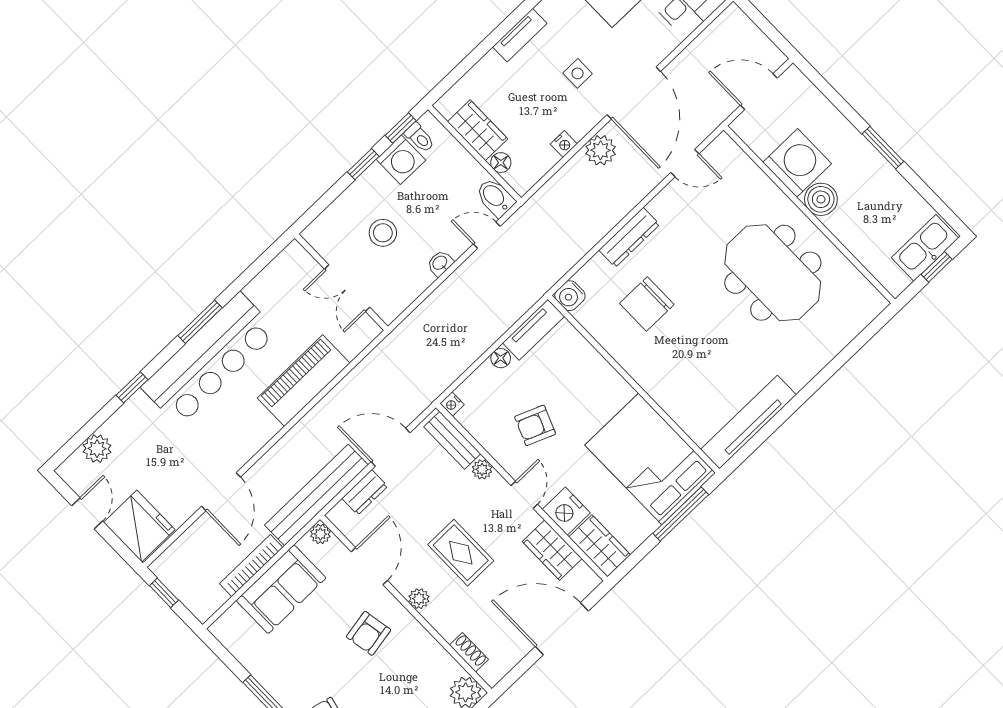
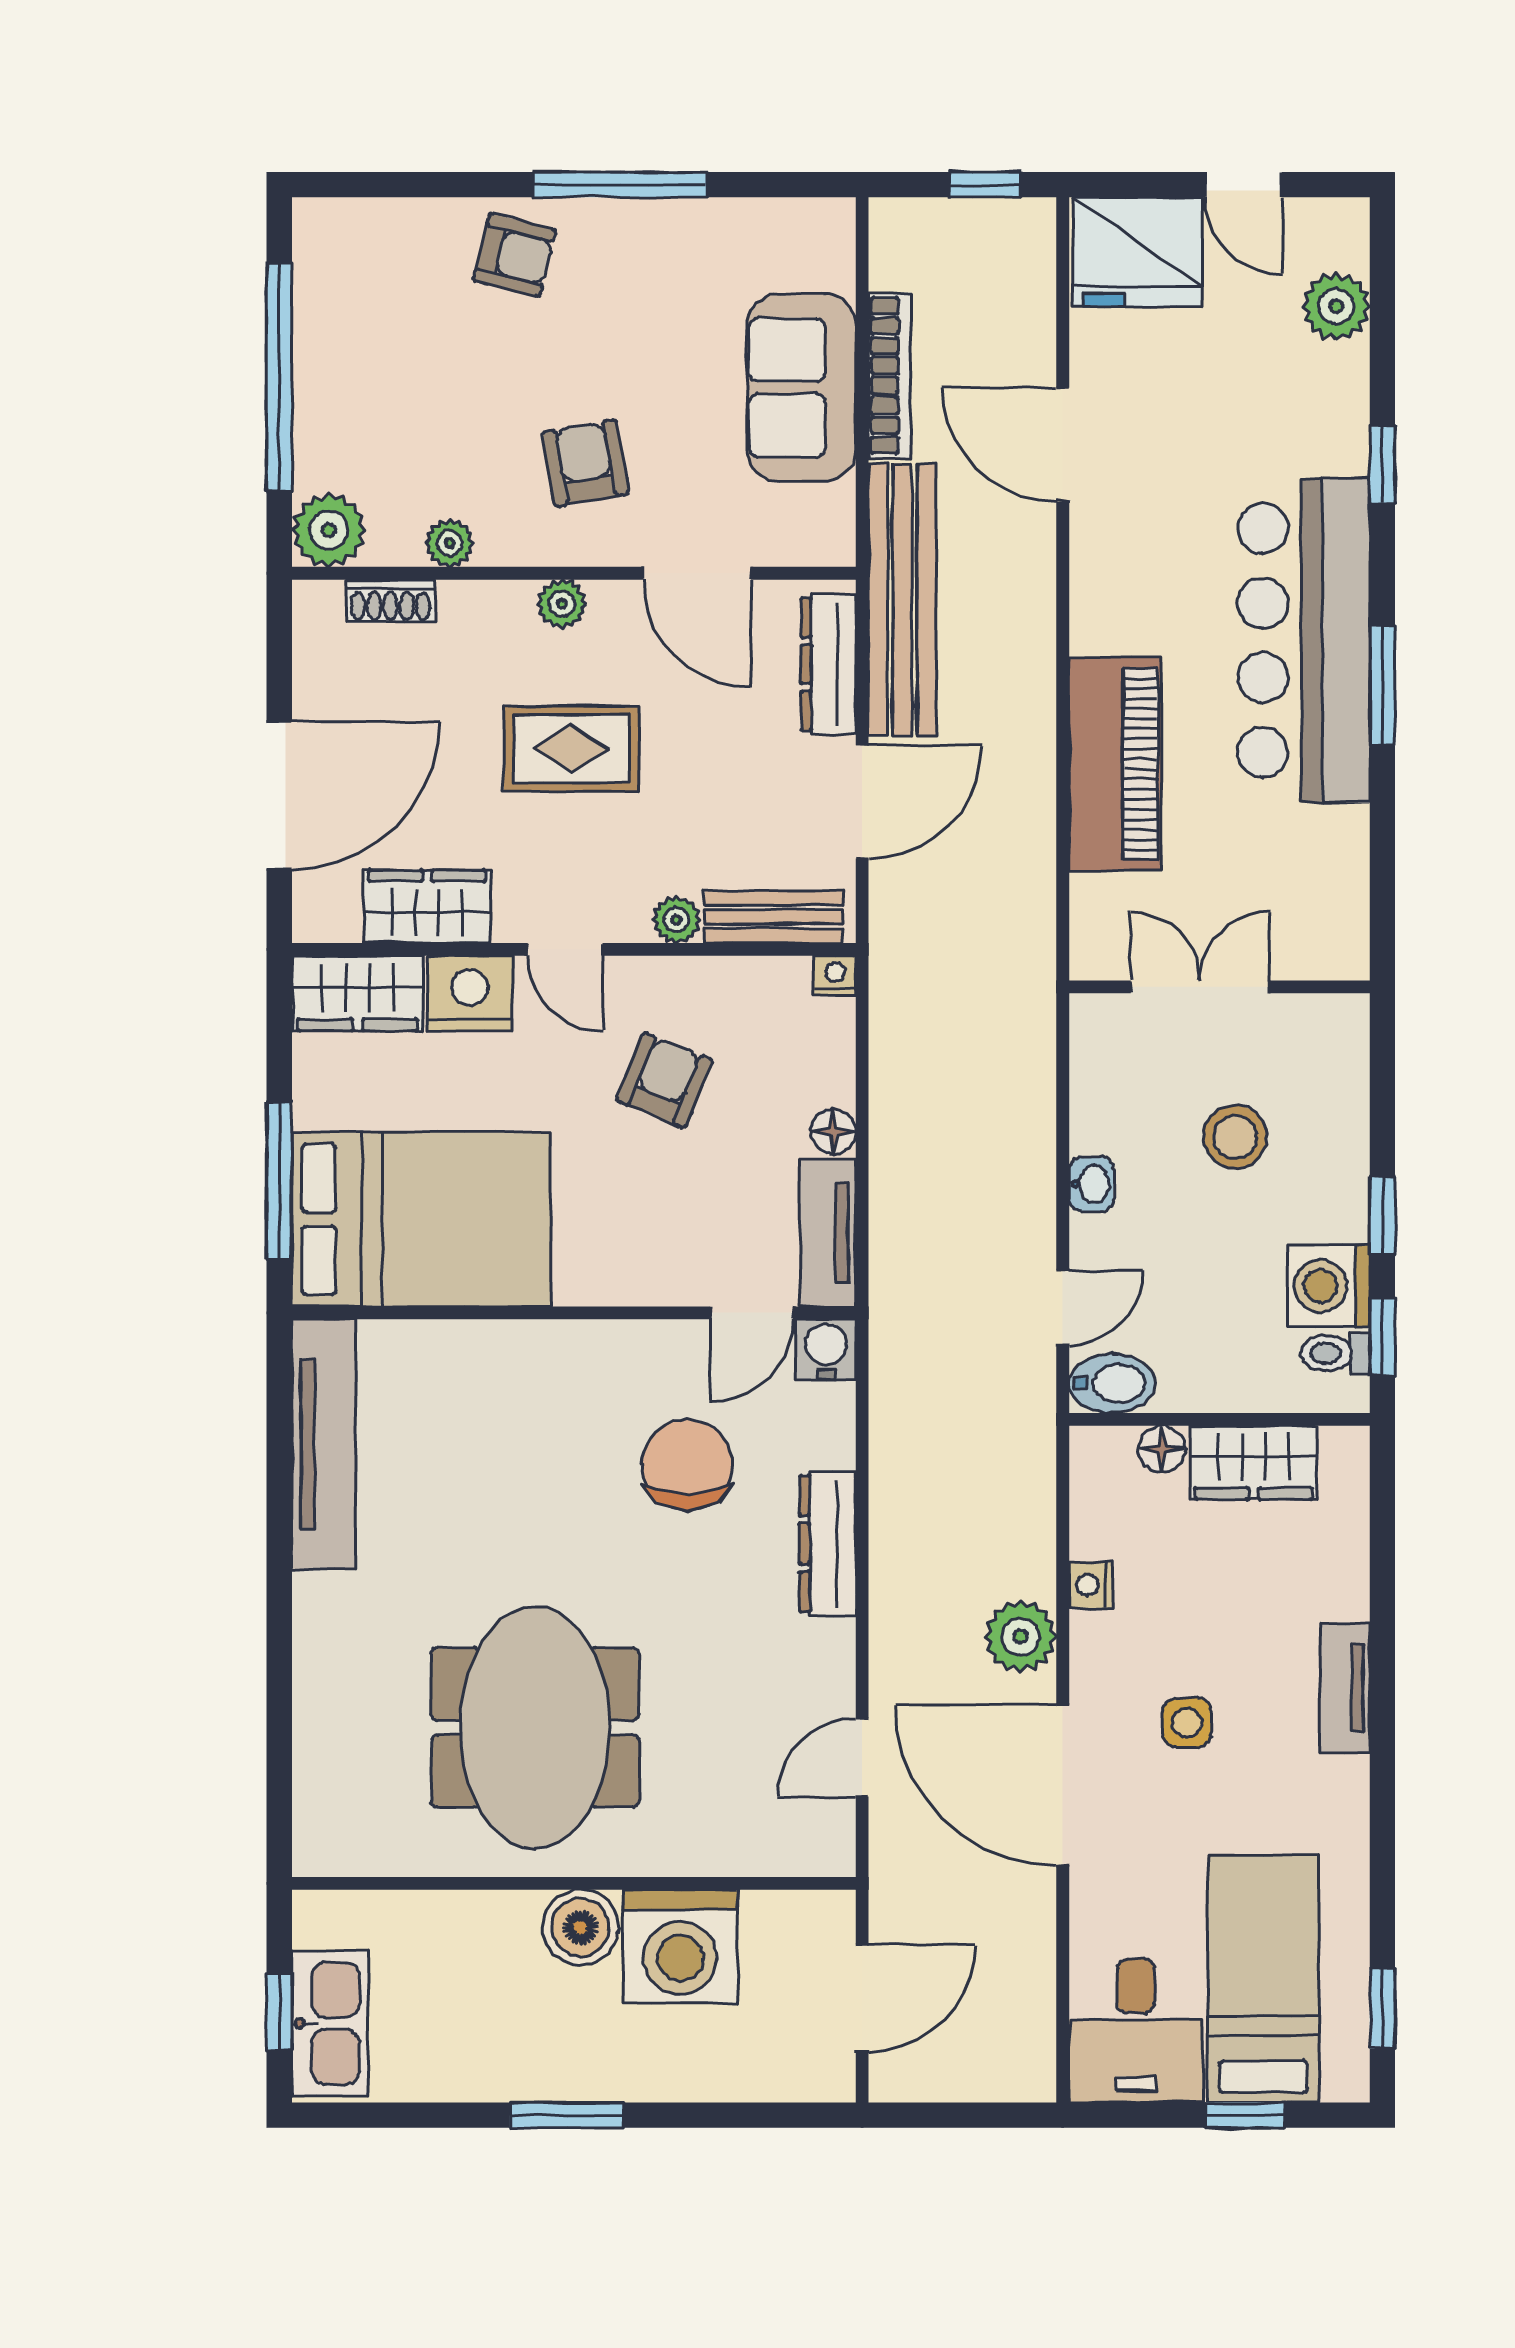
meeting table: (773, 273) -> (535, 1727), turned 90
door: (581, 329) -> (752, 1313), added
dresser: (365, 492) -> (829, 664), width x1.44
plant: (320, 534) -> (450, 543), moved

